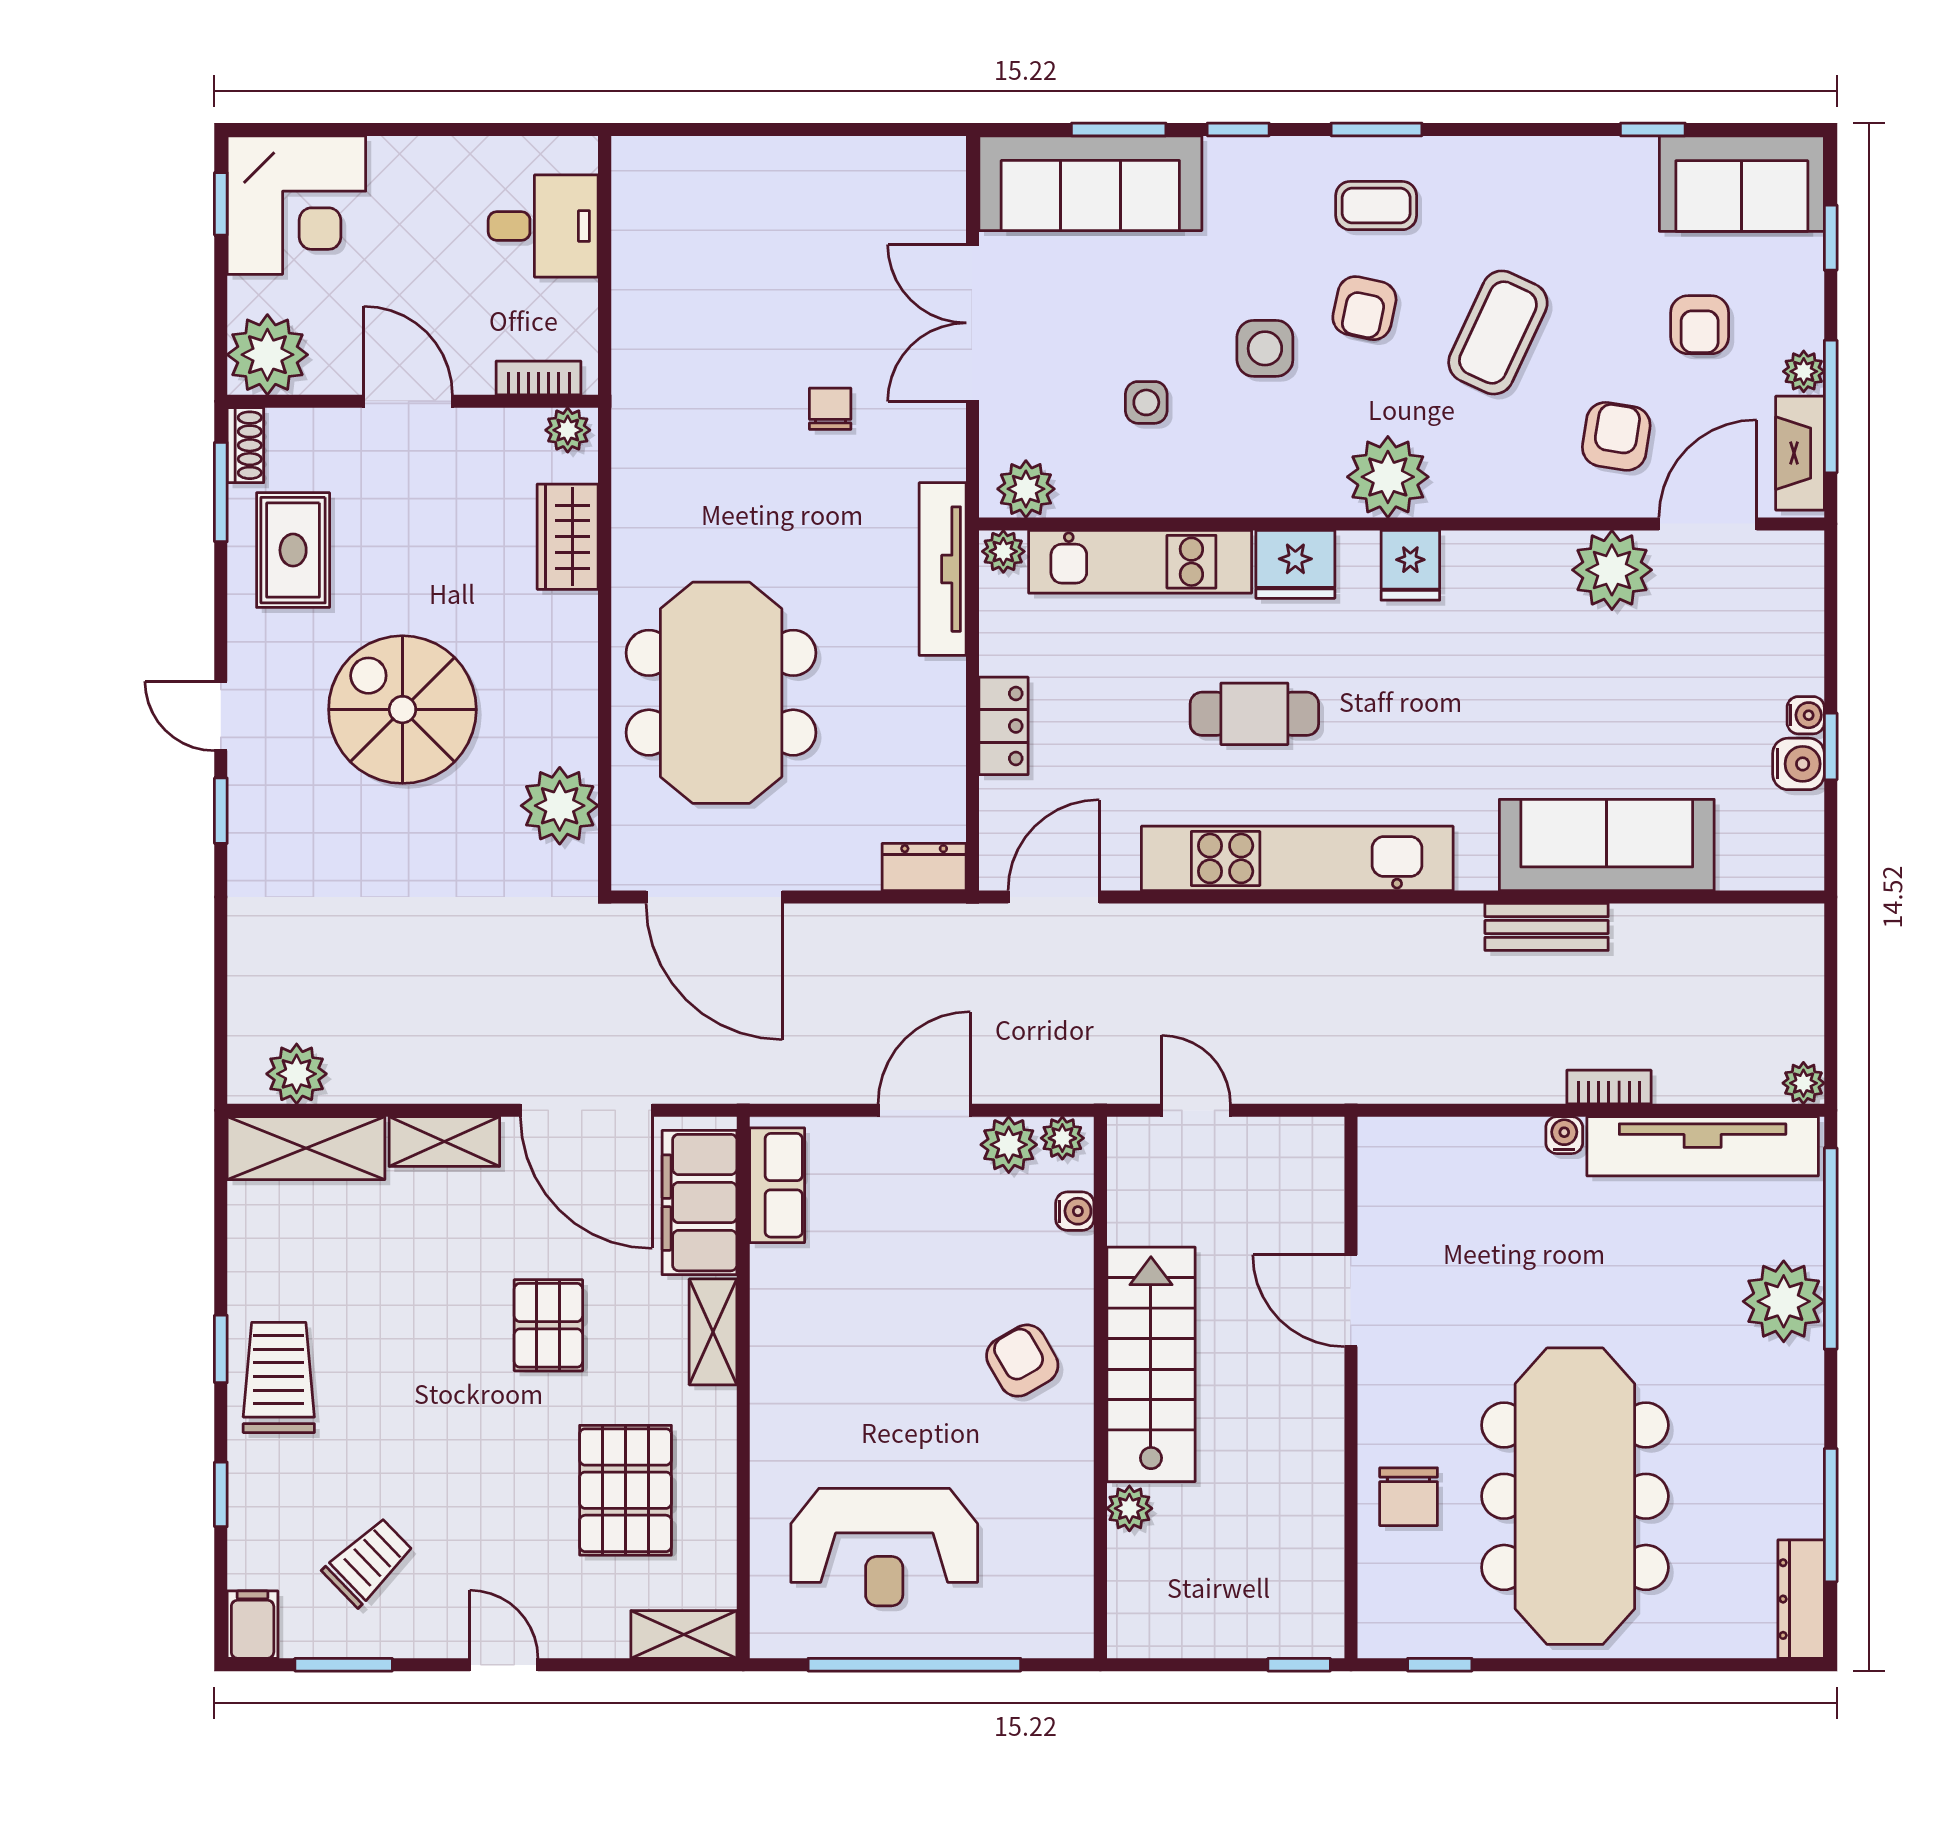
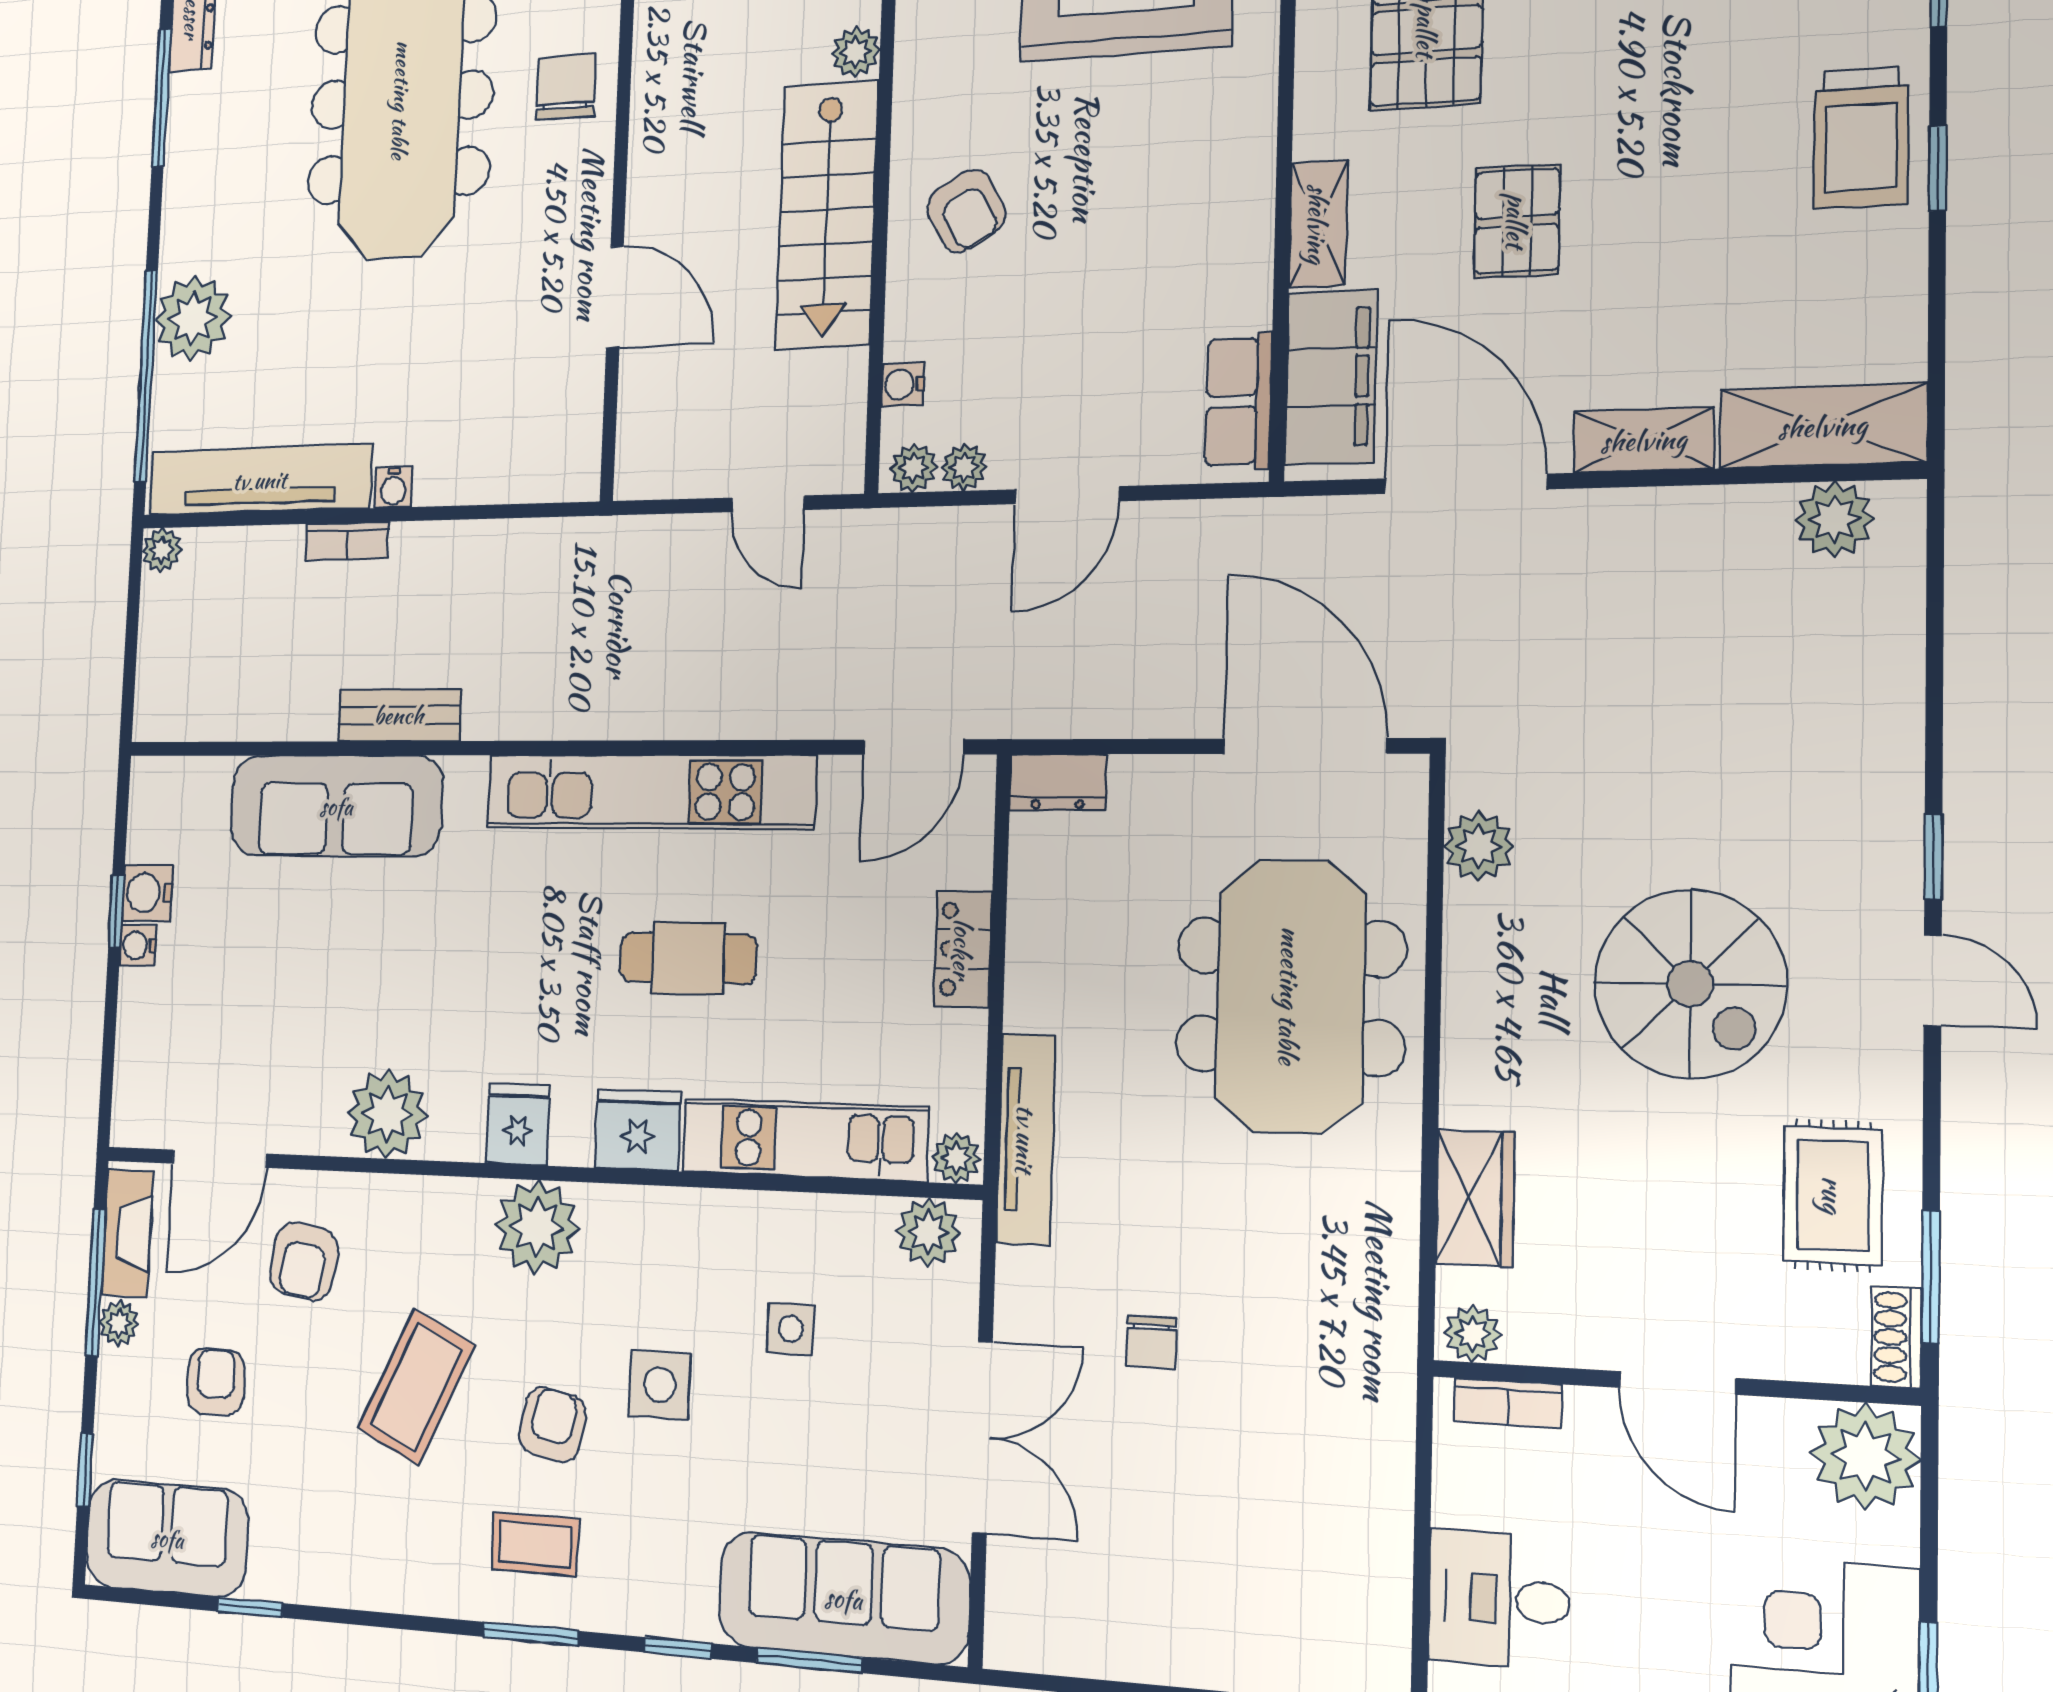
plant: (1612, 570) -> (387, 1114), moved
plant: (560, 806) -> (1479, 846), width x0.73, depth x0.73
plant: (1009, 1145) -> (964, 467), width x0.73, depth x0.73

